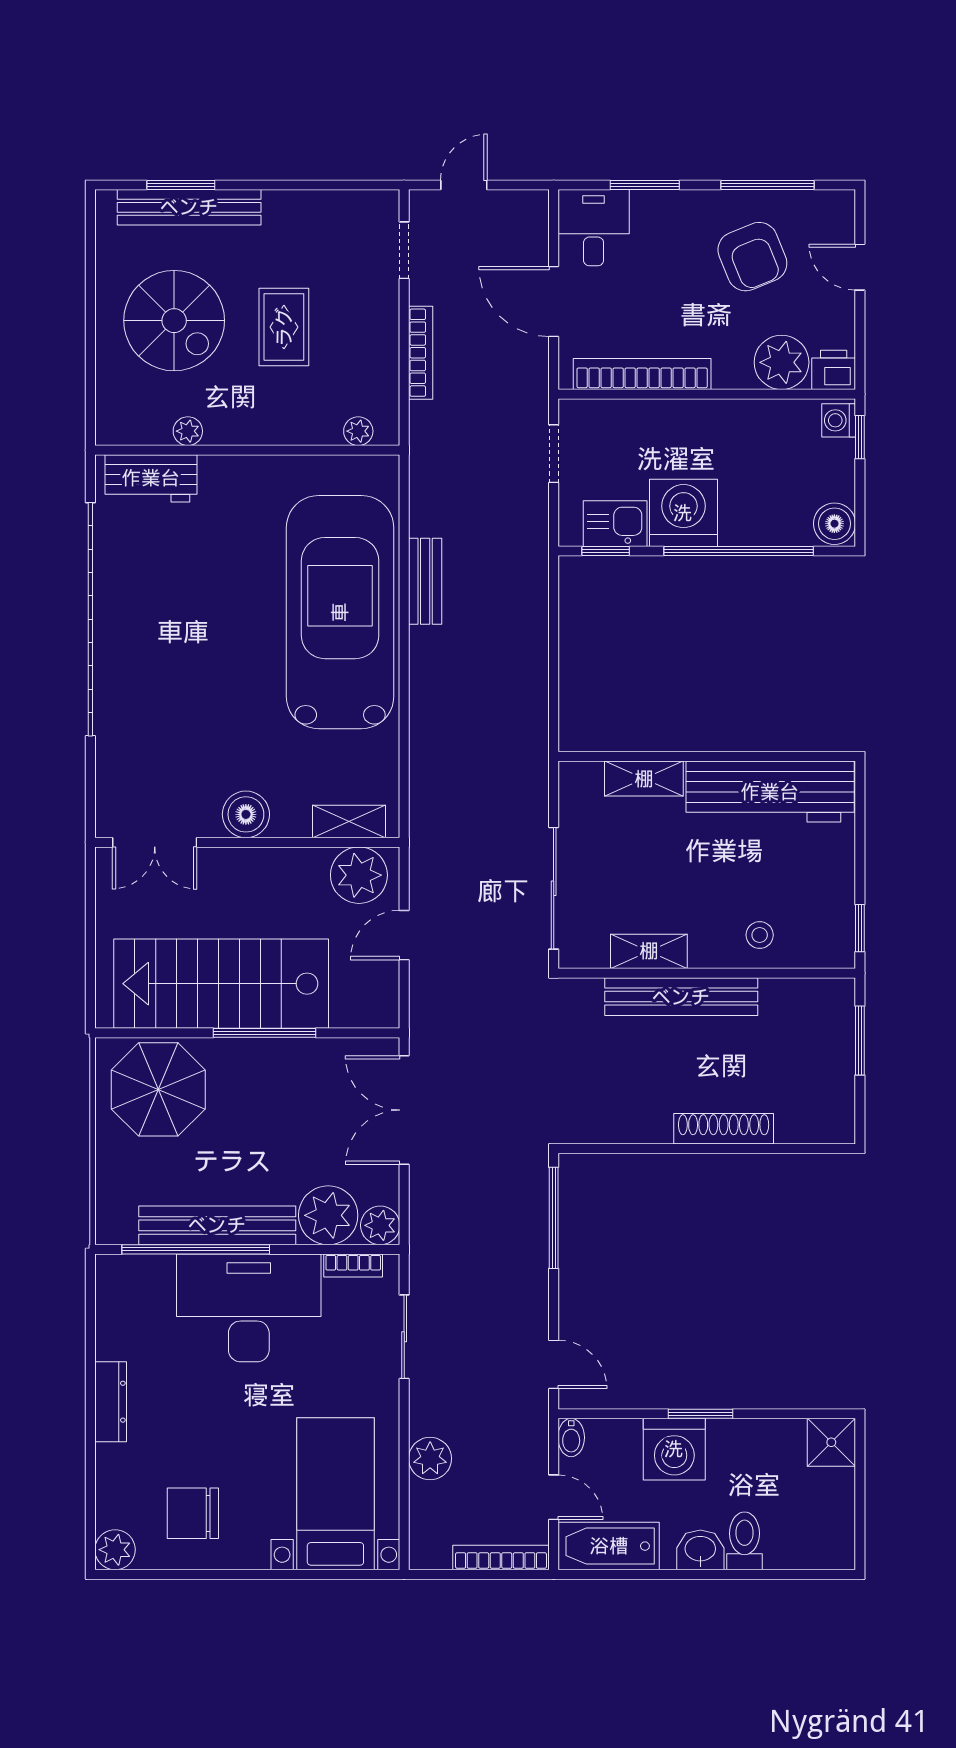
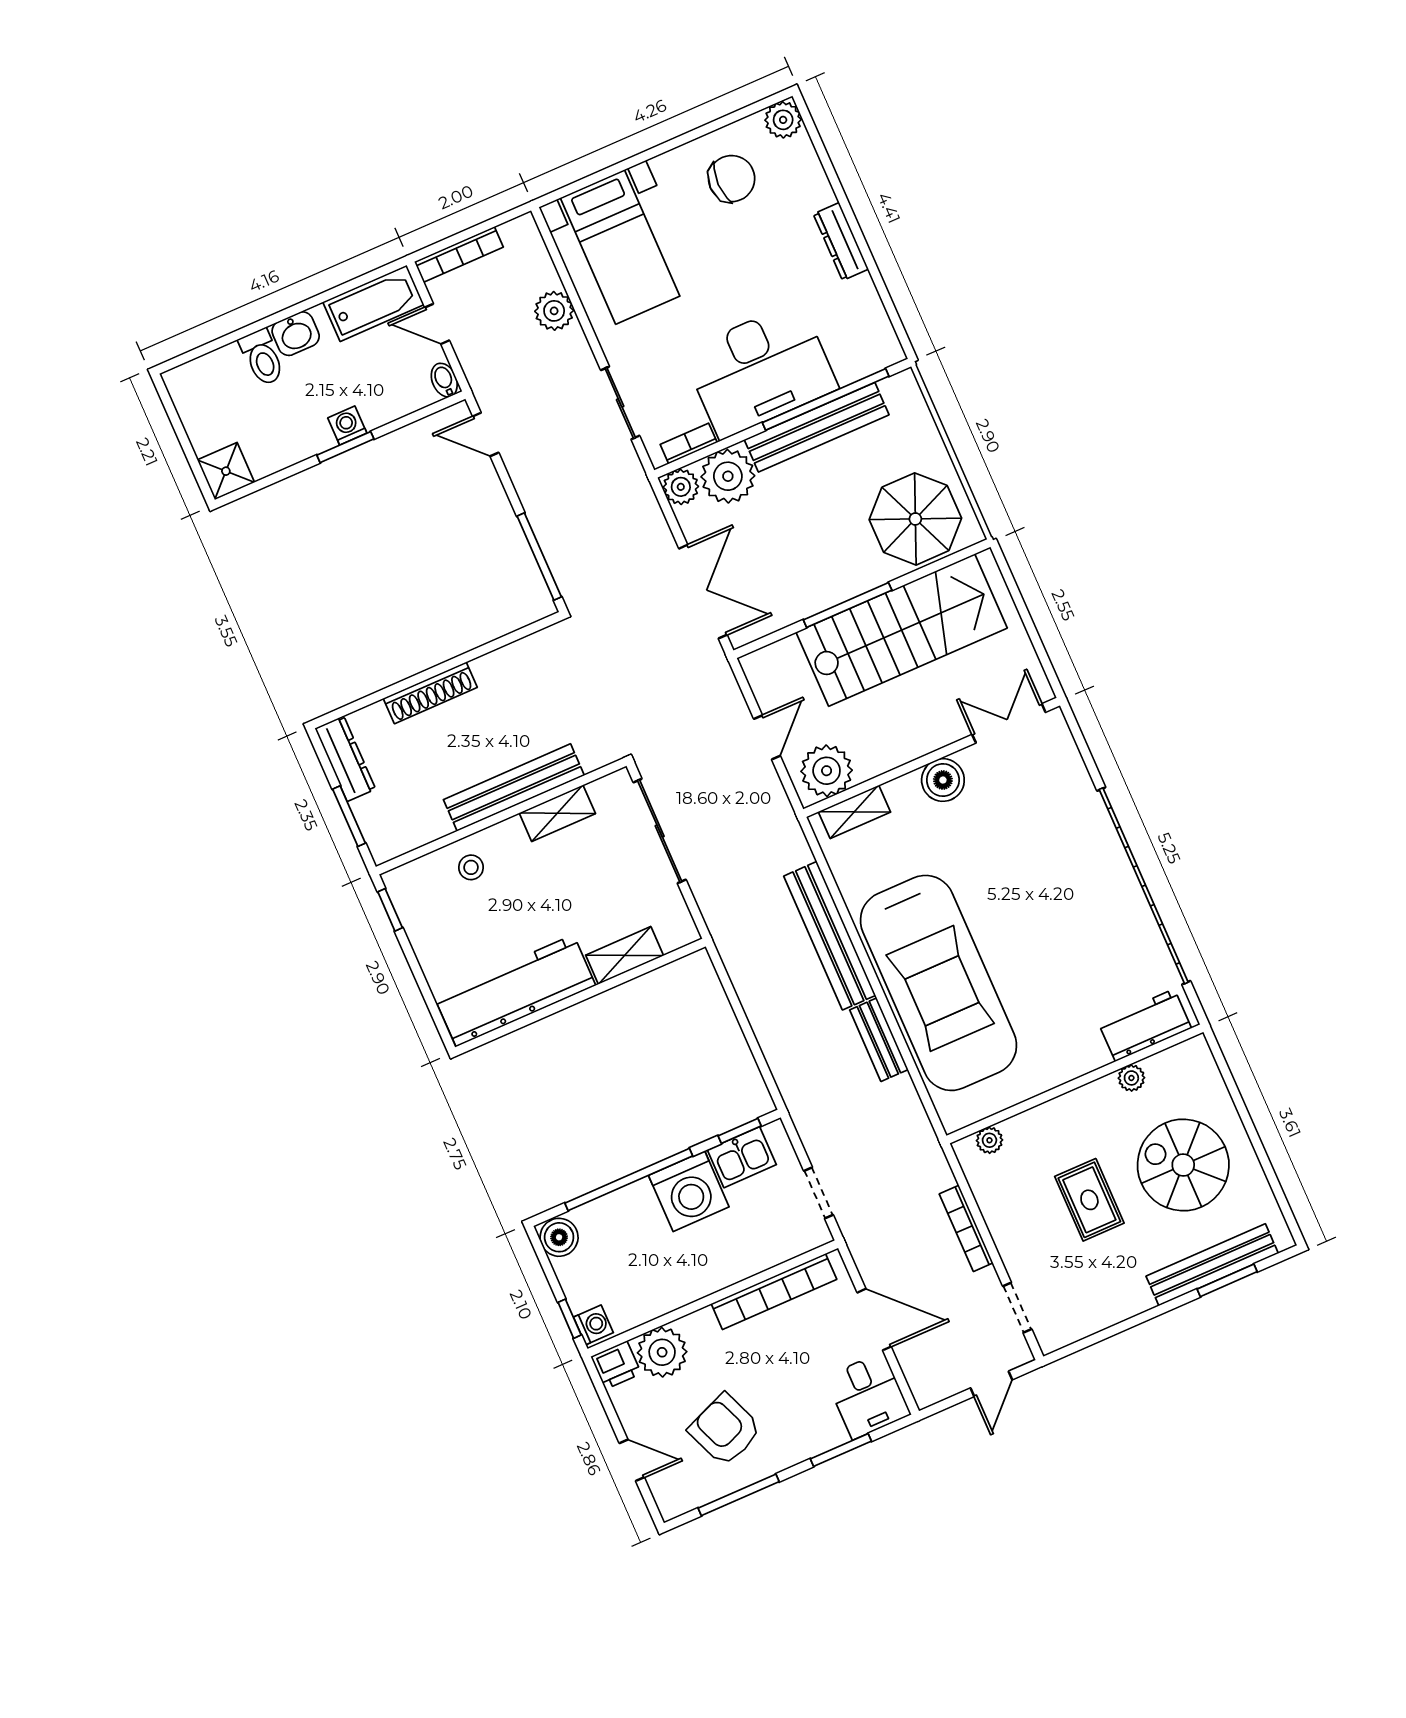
bench: (429, 708) -> (830, 936), added
dresser: (838, 1100) -> (345, 759), added
washing machine: (674, 1449) -> (347, 425), width x0.53, depth x0.53

